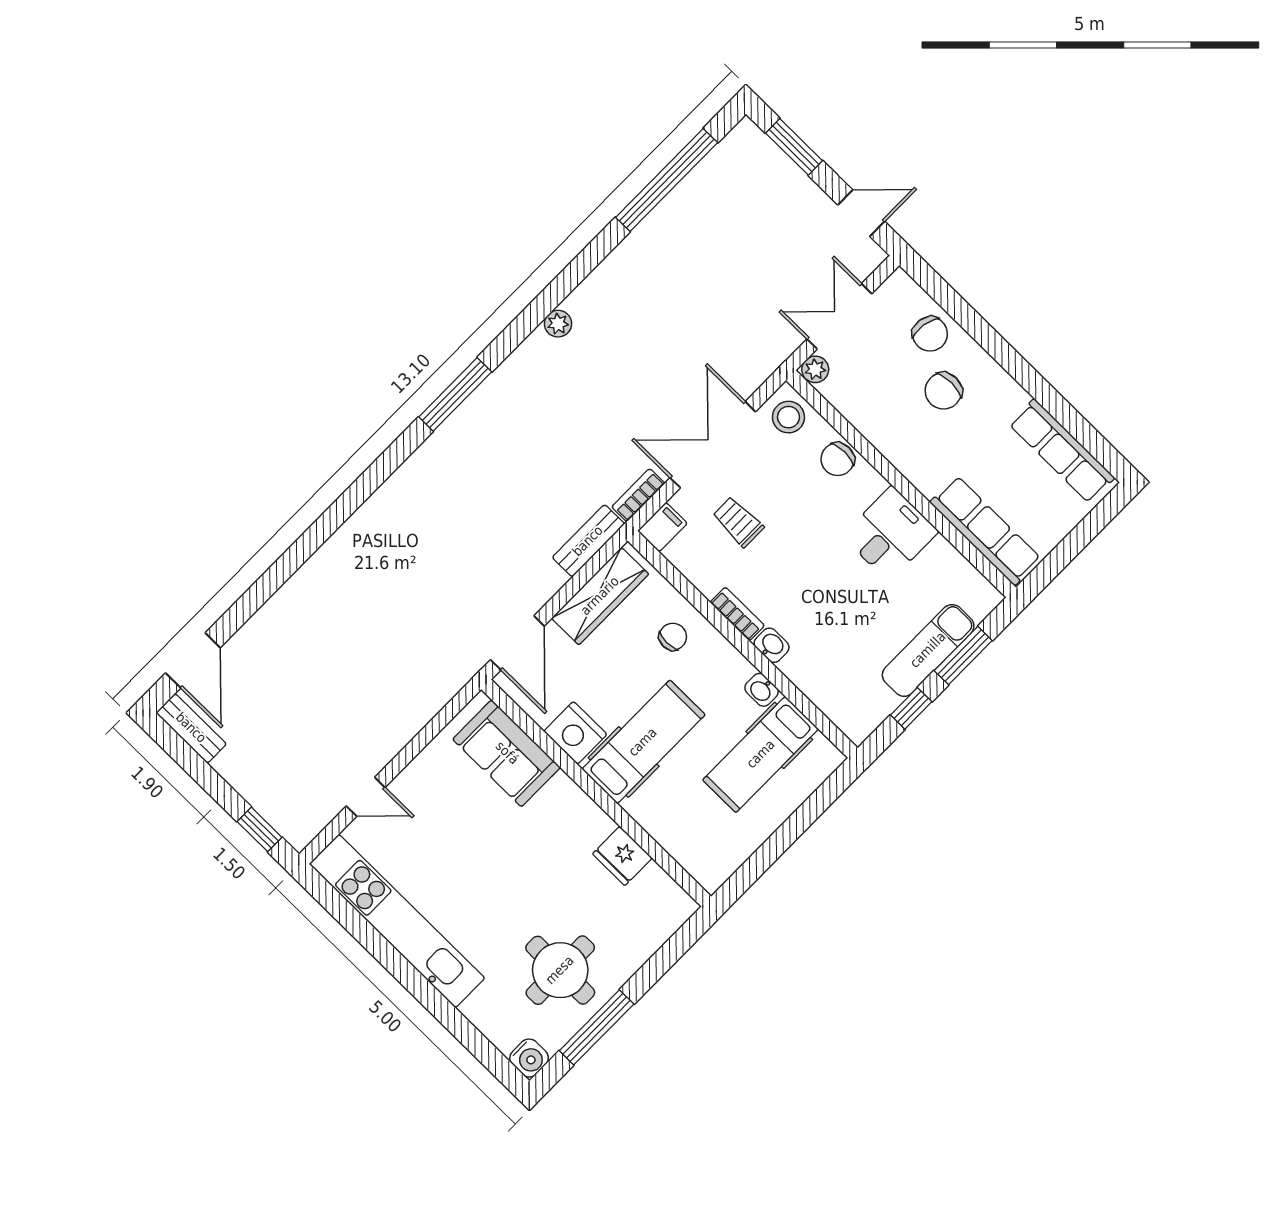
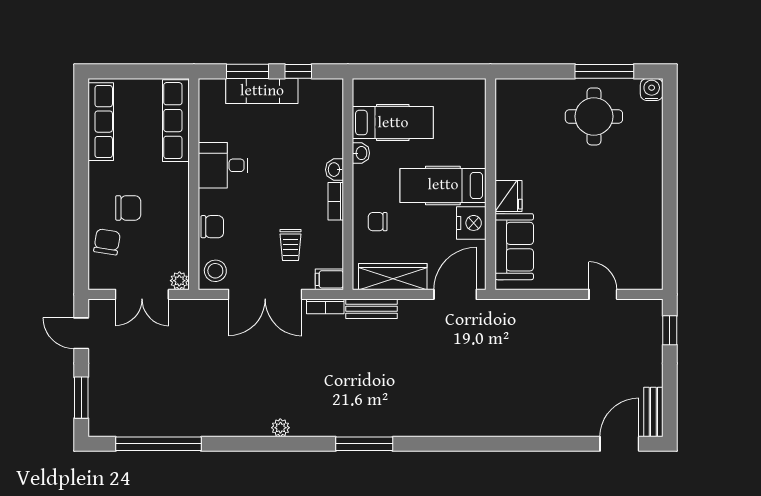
fridge: (622, 856) -> (508, 196), moved
kitchen unit: (397, 921) -> (648, 220), removed

